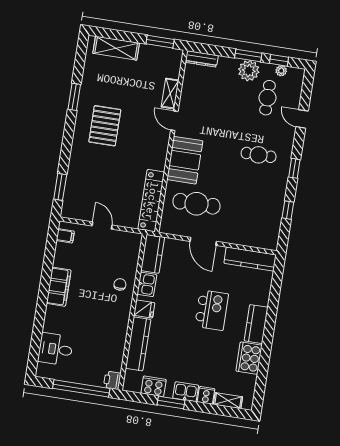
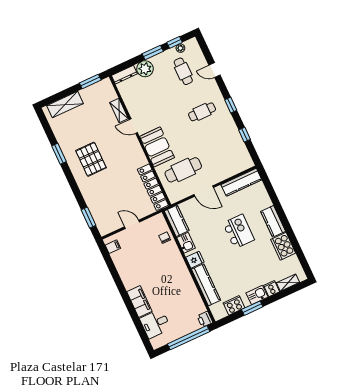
plant: (249, 71) -> (145, 69), moved
chair: (120, 284) -> (165, 238), moved
filing cabinet: (59, 287) -> (139, 301), moved

